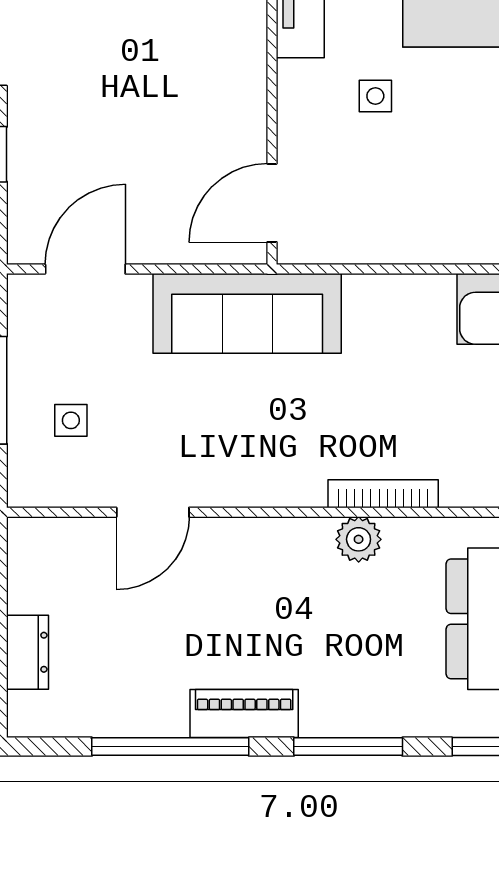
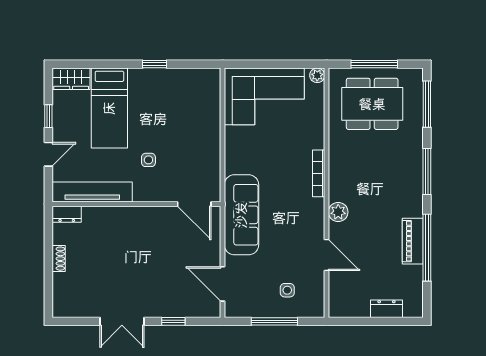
bookcase: (383, 494) -> (319, 173), moved
plant: (359, 539) -> (338, 212), moved
piano: (244, 714) -> (413, 241), moved

